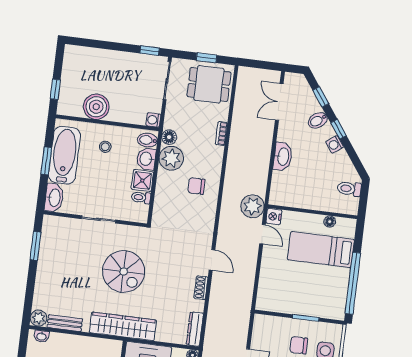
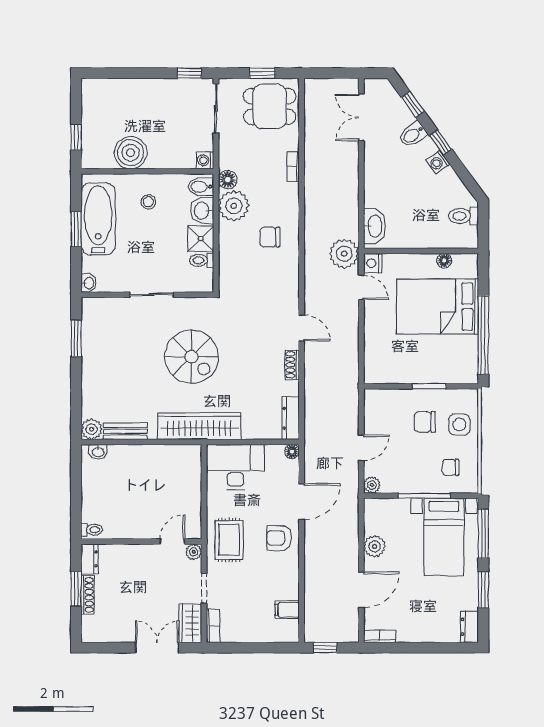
washbasin: (283, 157) -> (374, 226), moved
washbasin: (54, 198) -> (89, 283), width x0.52, depth x0.69
bed: (321, 250) -> (437, 307), width x1.50

